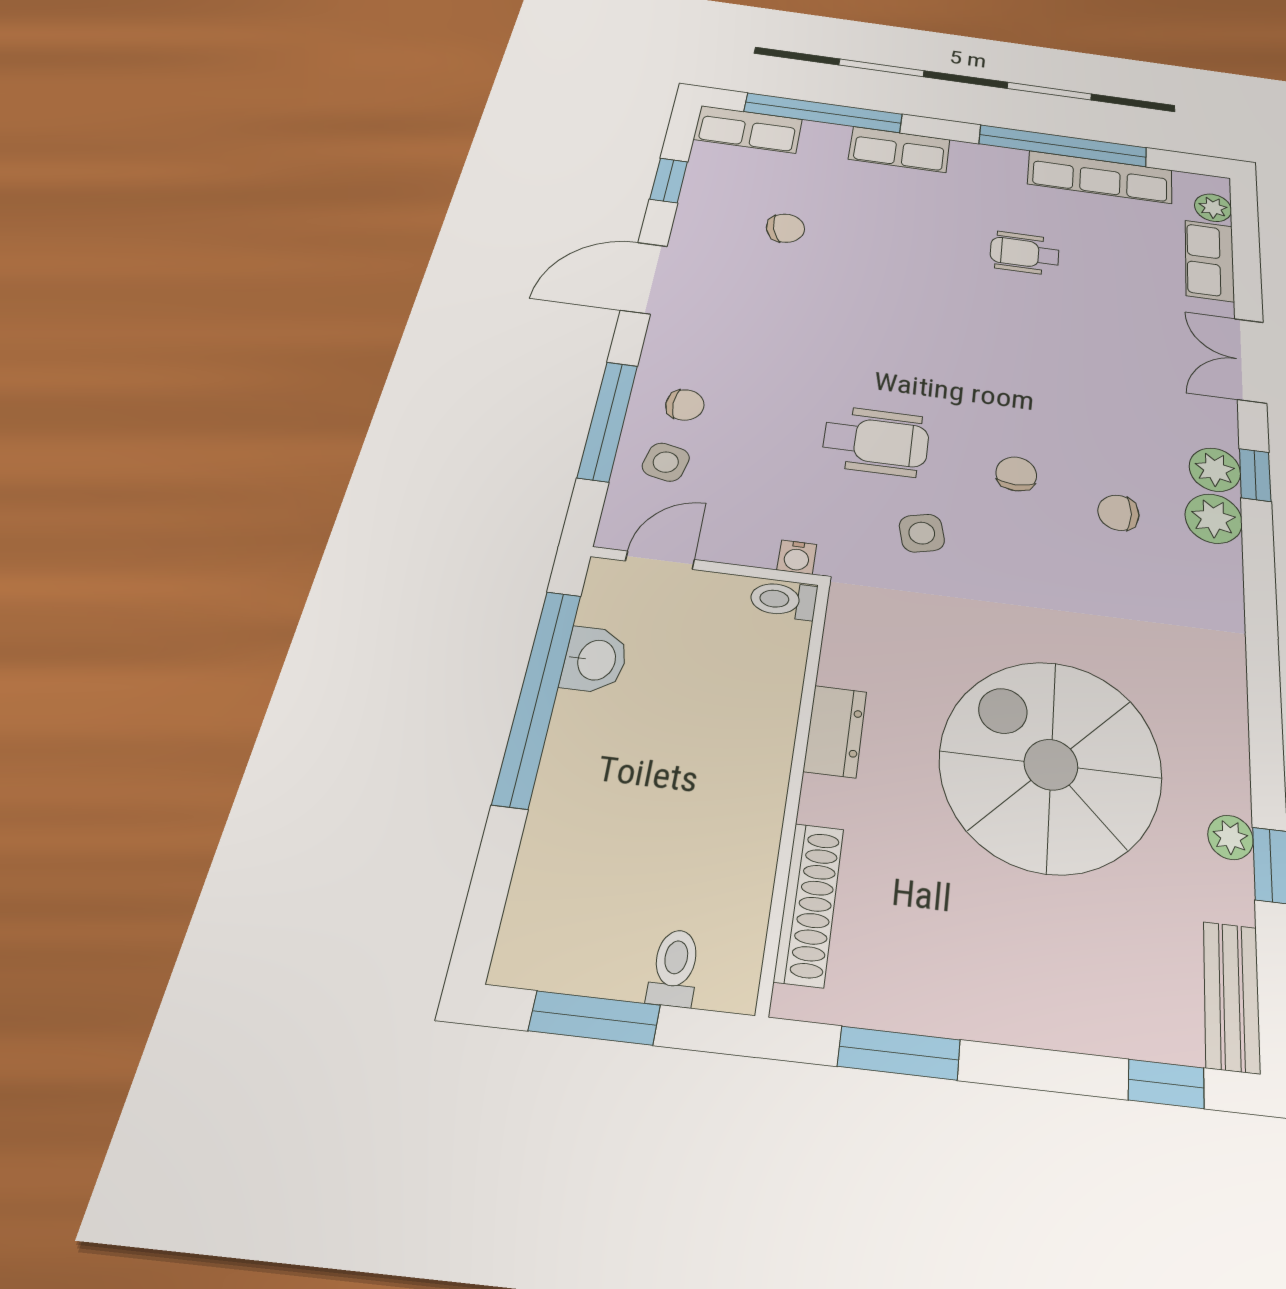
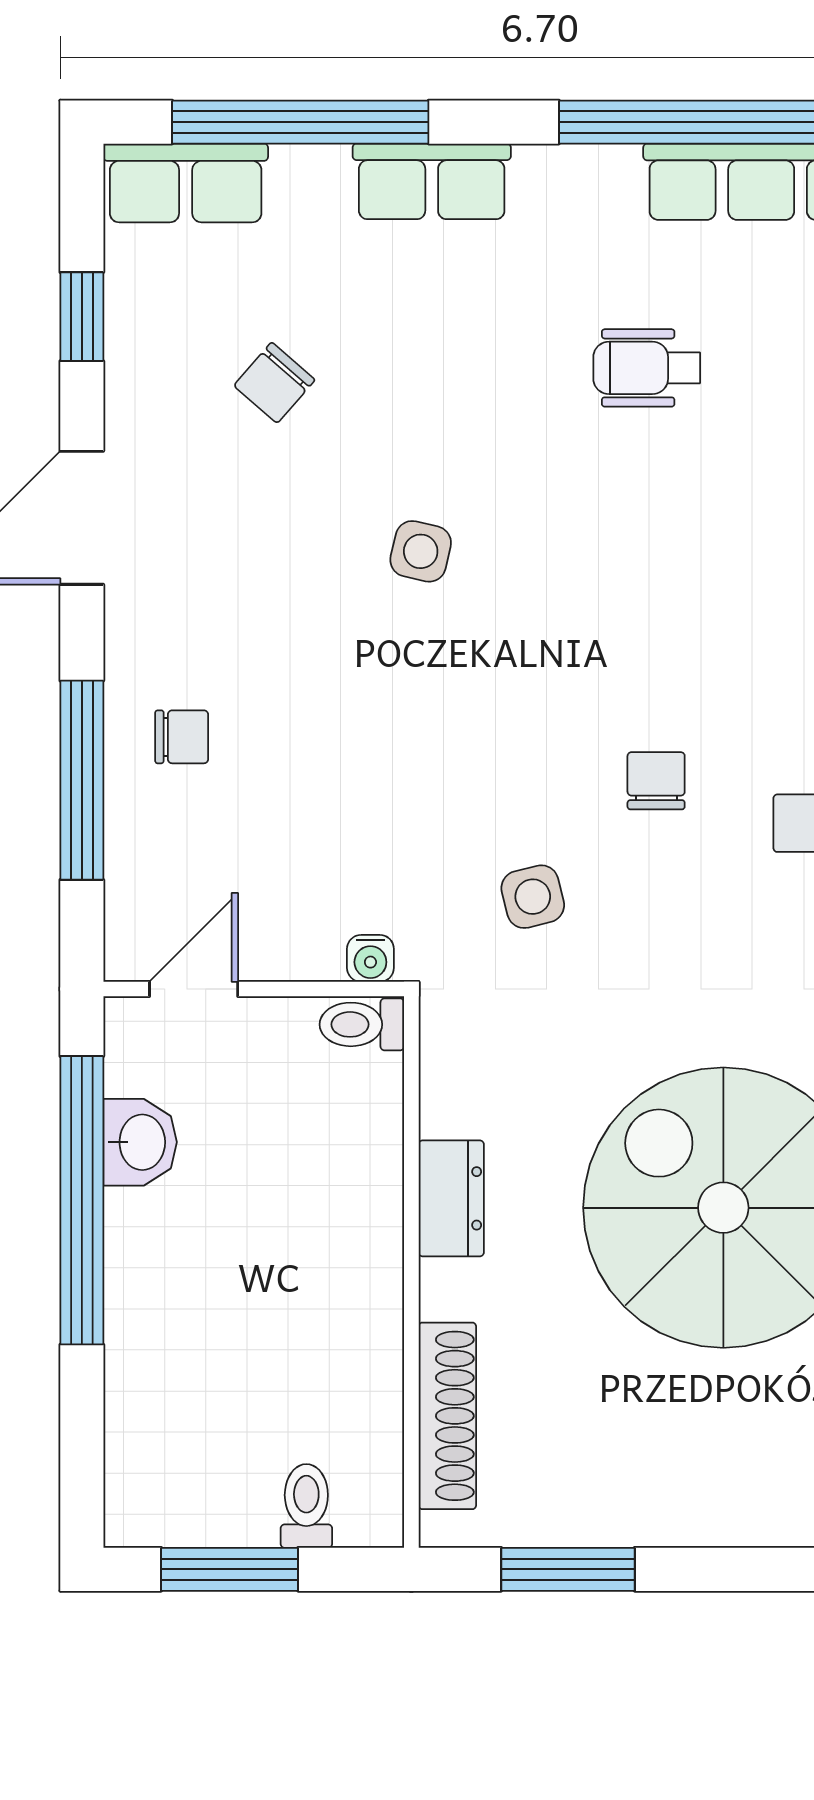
chair: (785, 228) -> (274, 383), turned 146
wheelchair: (876, 441) -> (455, 756), removed
side table: (666, 462) -> (421, 551), moved

